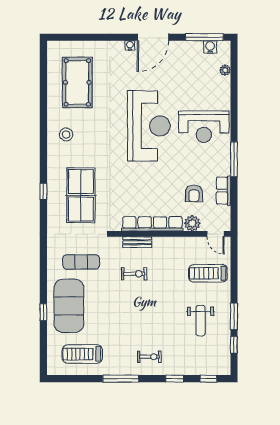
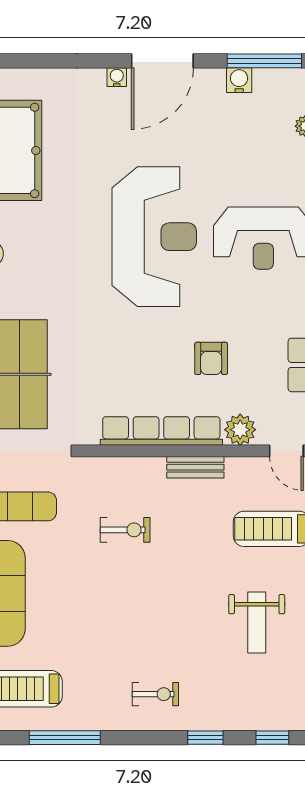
water cooler: (210, 47) -> (239, 80), moved
armchair: (194, 194) -> (211, 358), moved
bench: (137, 242) -> (195, 467), moved
window: (121, 379) -> (65, 738), moved

